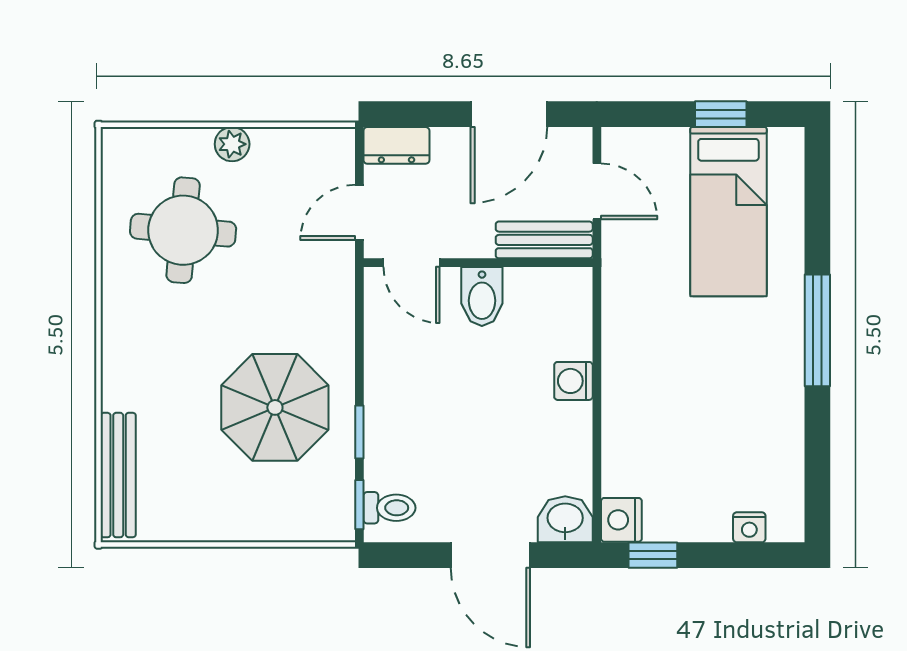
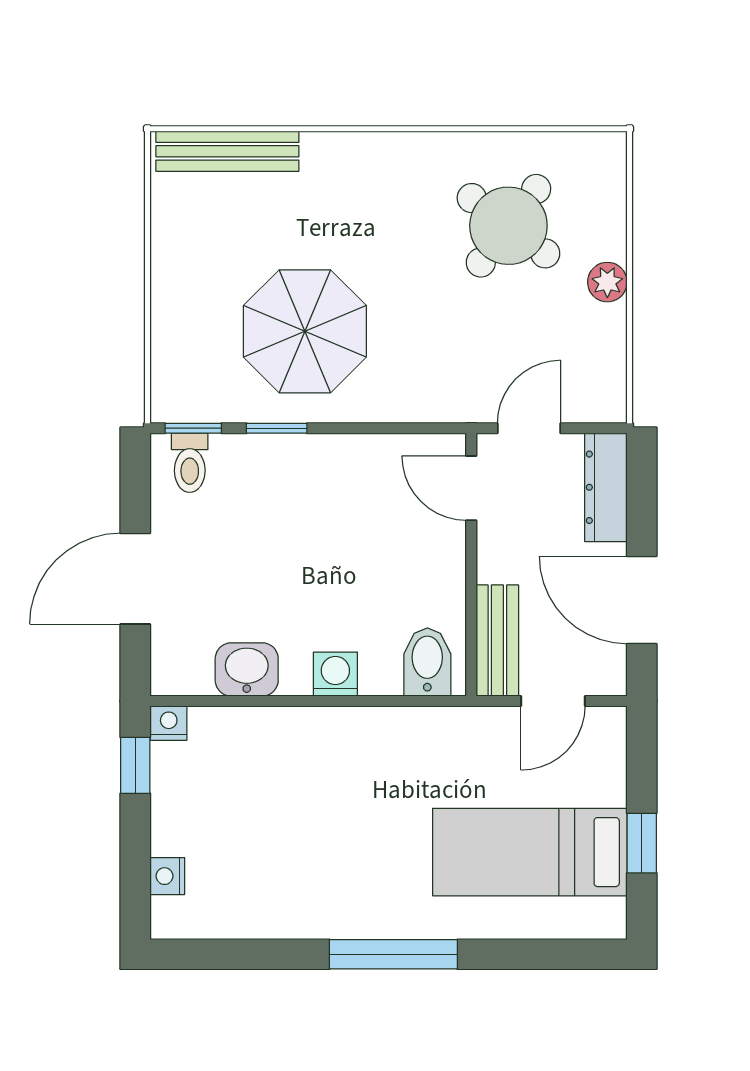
dresser: (396, 145) -> (606, 487), width x1.44
door: (359, 212) -> (529, 428), hinge flipped
round table: (183, 230) -> (508, 226), turned 32
door: (412, 263) -> (471, 488), hinge flipped
bidet: (482, 297) -> (427, 662), moved, turned 90
washbasin: (565, 519) -> (247, 669), moved, turned -90
nightstand: (621, 520) -> (169, 723), width x0.72, depth x0.74

